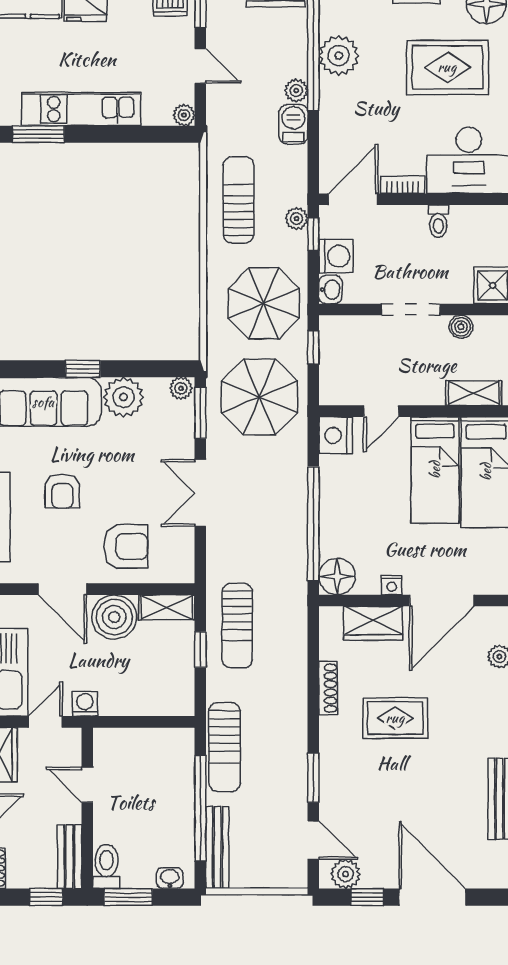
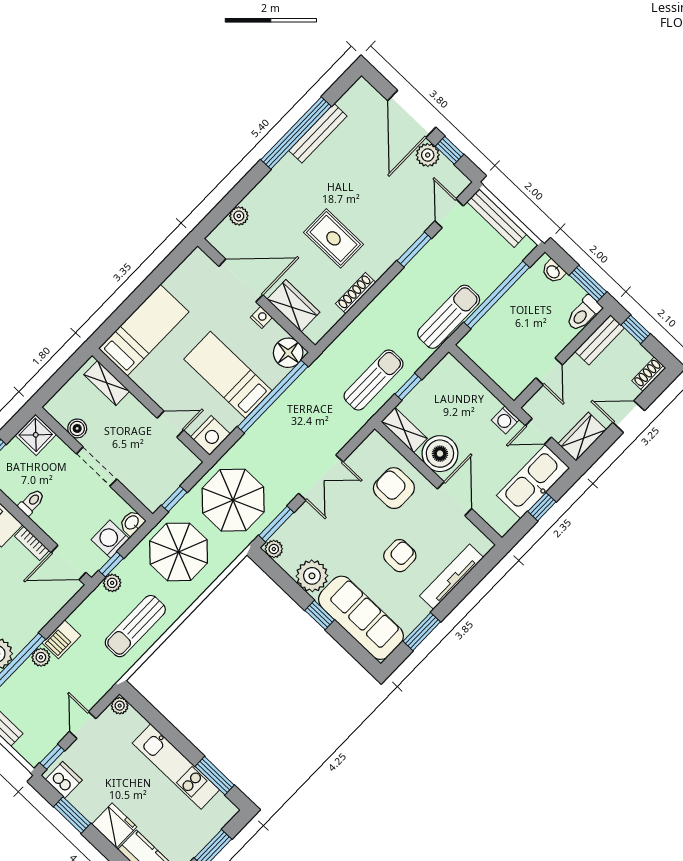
bed: (435, 470) -> (228, 375), moved, turned -90
bench: (217, 848) -> (497, 218), moved, turned 90
plant: (346, 874) -> (428, 155), moved

